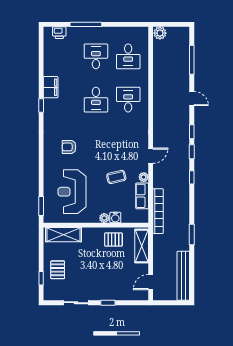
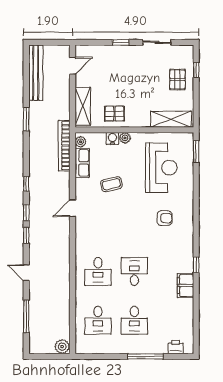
desk: (128, 56) -> (98, 320), turned 180
plant: (144, 177) -> (81, 142), moved

